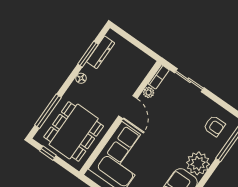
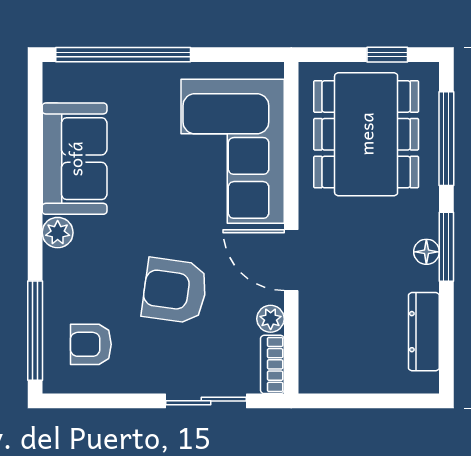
window: (88, 54) -> (446, 247), moved
armchair: (174, 124) -> (175, 291), added
plant: (198, 163) -> (58, 233), width x0.53, depth x0.53

